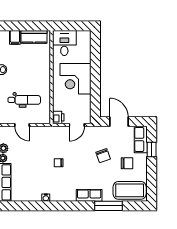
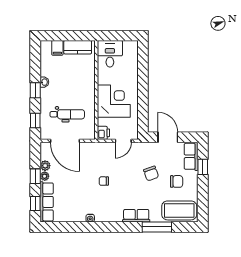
corner desk: (76, 79) -> (114, 101), moved, turned 180
door: (22, 125) -> (65, 141), width x1.88

